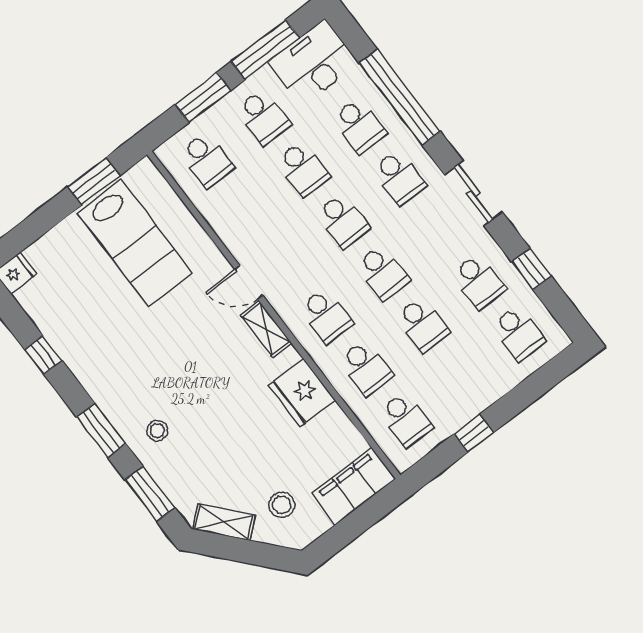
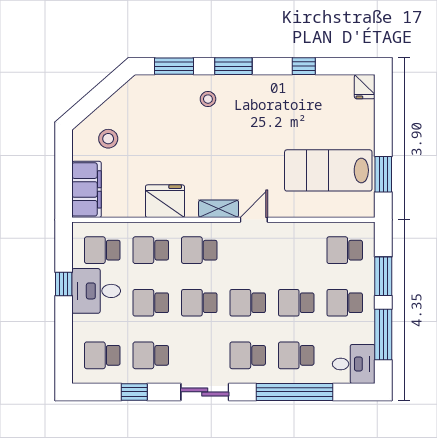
desk: (313, 63) -> (354, 364), width x0.73
desk: (454, 393) -> (96, 291), added
shelving: (224, 522) -> (124, 97), removed

